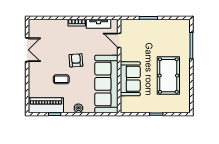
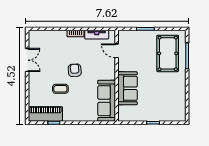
pool table: (168, 76) -> (168, 53), moved
sofa: (106, 84) -> (107, 101), width x0.74, depth x0.79
plant: (78, 108) -> (77, 117), removed

